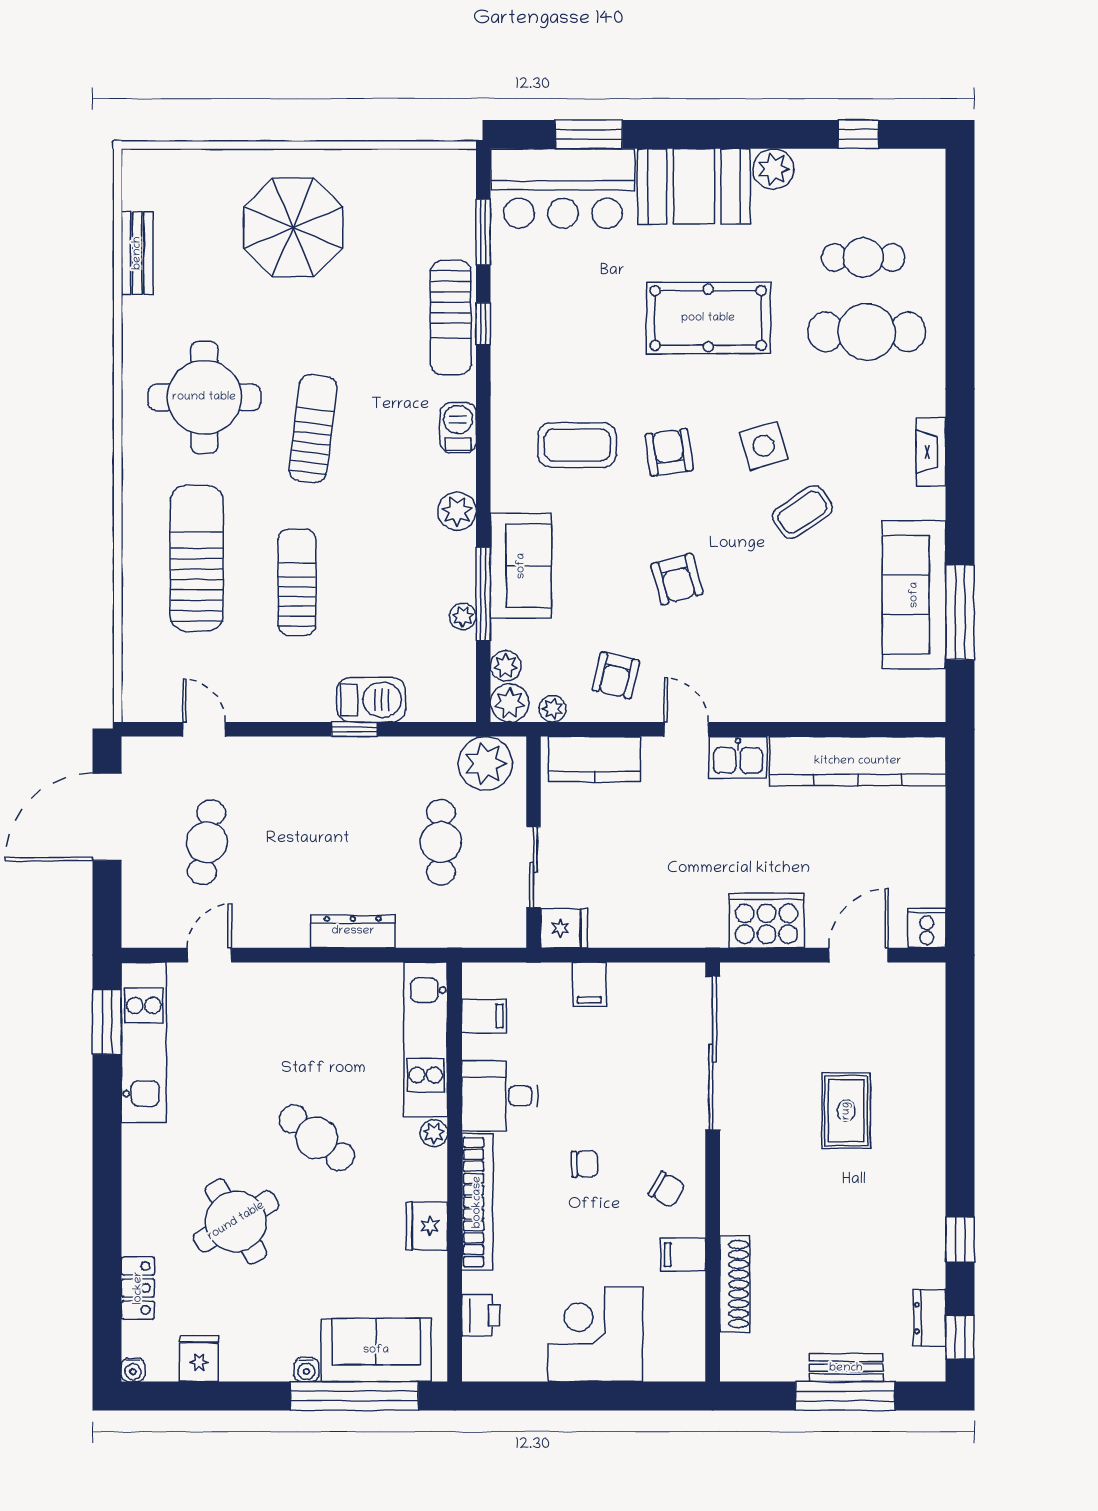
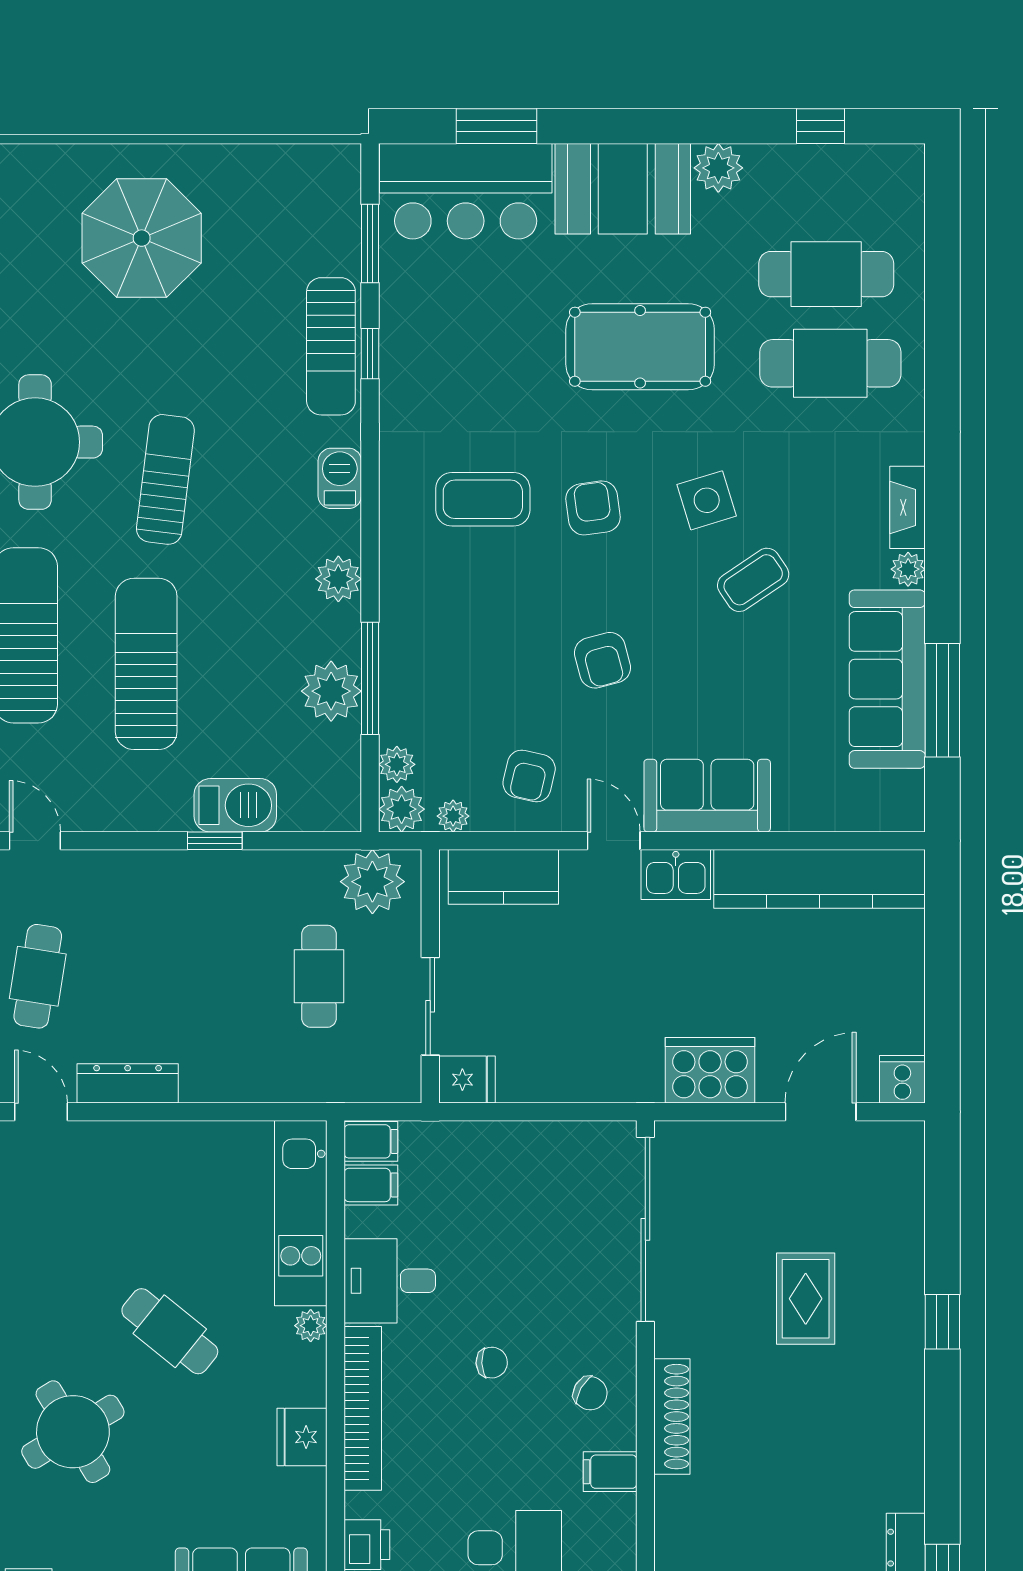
cafe table: (863, 258) -> (826, 274), width x1.37, depth x1.35
plant: (931, 503) -> (908, 569), added
sofa: (521, 566) -> (707, 796), moved, turned -90
sun lounger: (297, 582) -> (146, 664), width x1.36, depth x1.34
plant: (463, 616) -> (331, 691), width x1.88, depth x1.88
dresser: (353, 931) -> (128, 1083), moved
door: (209, 955) -> (41, 1112), hinge flipped
filing cabinet: (589, 985) -> (371, 1141), moved, turned -90
window: (960, 1240) -> (942, 1322), moved
shoe rack: (735, 1284) -> (672, 1417), moved

